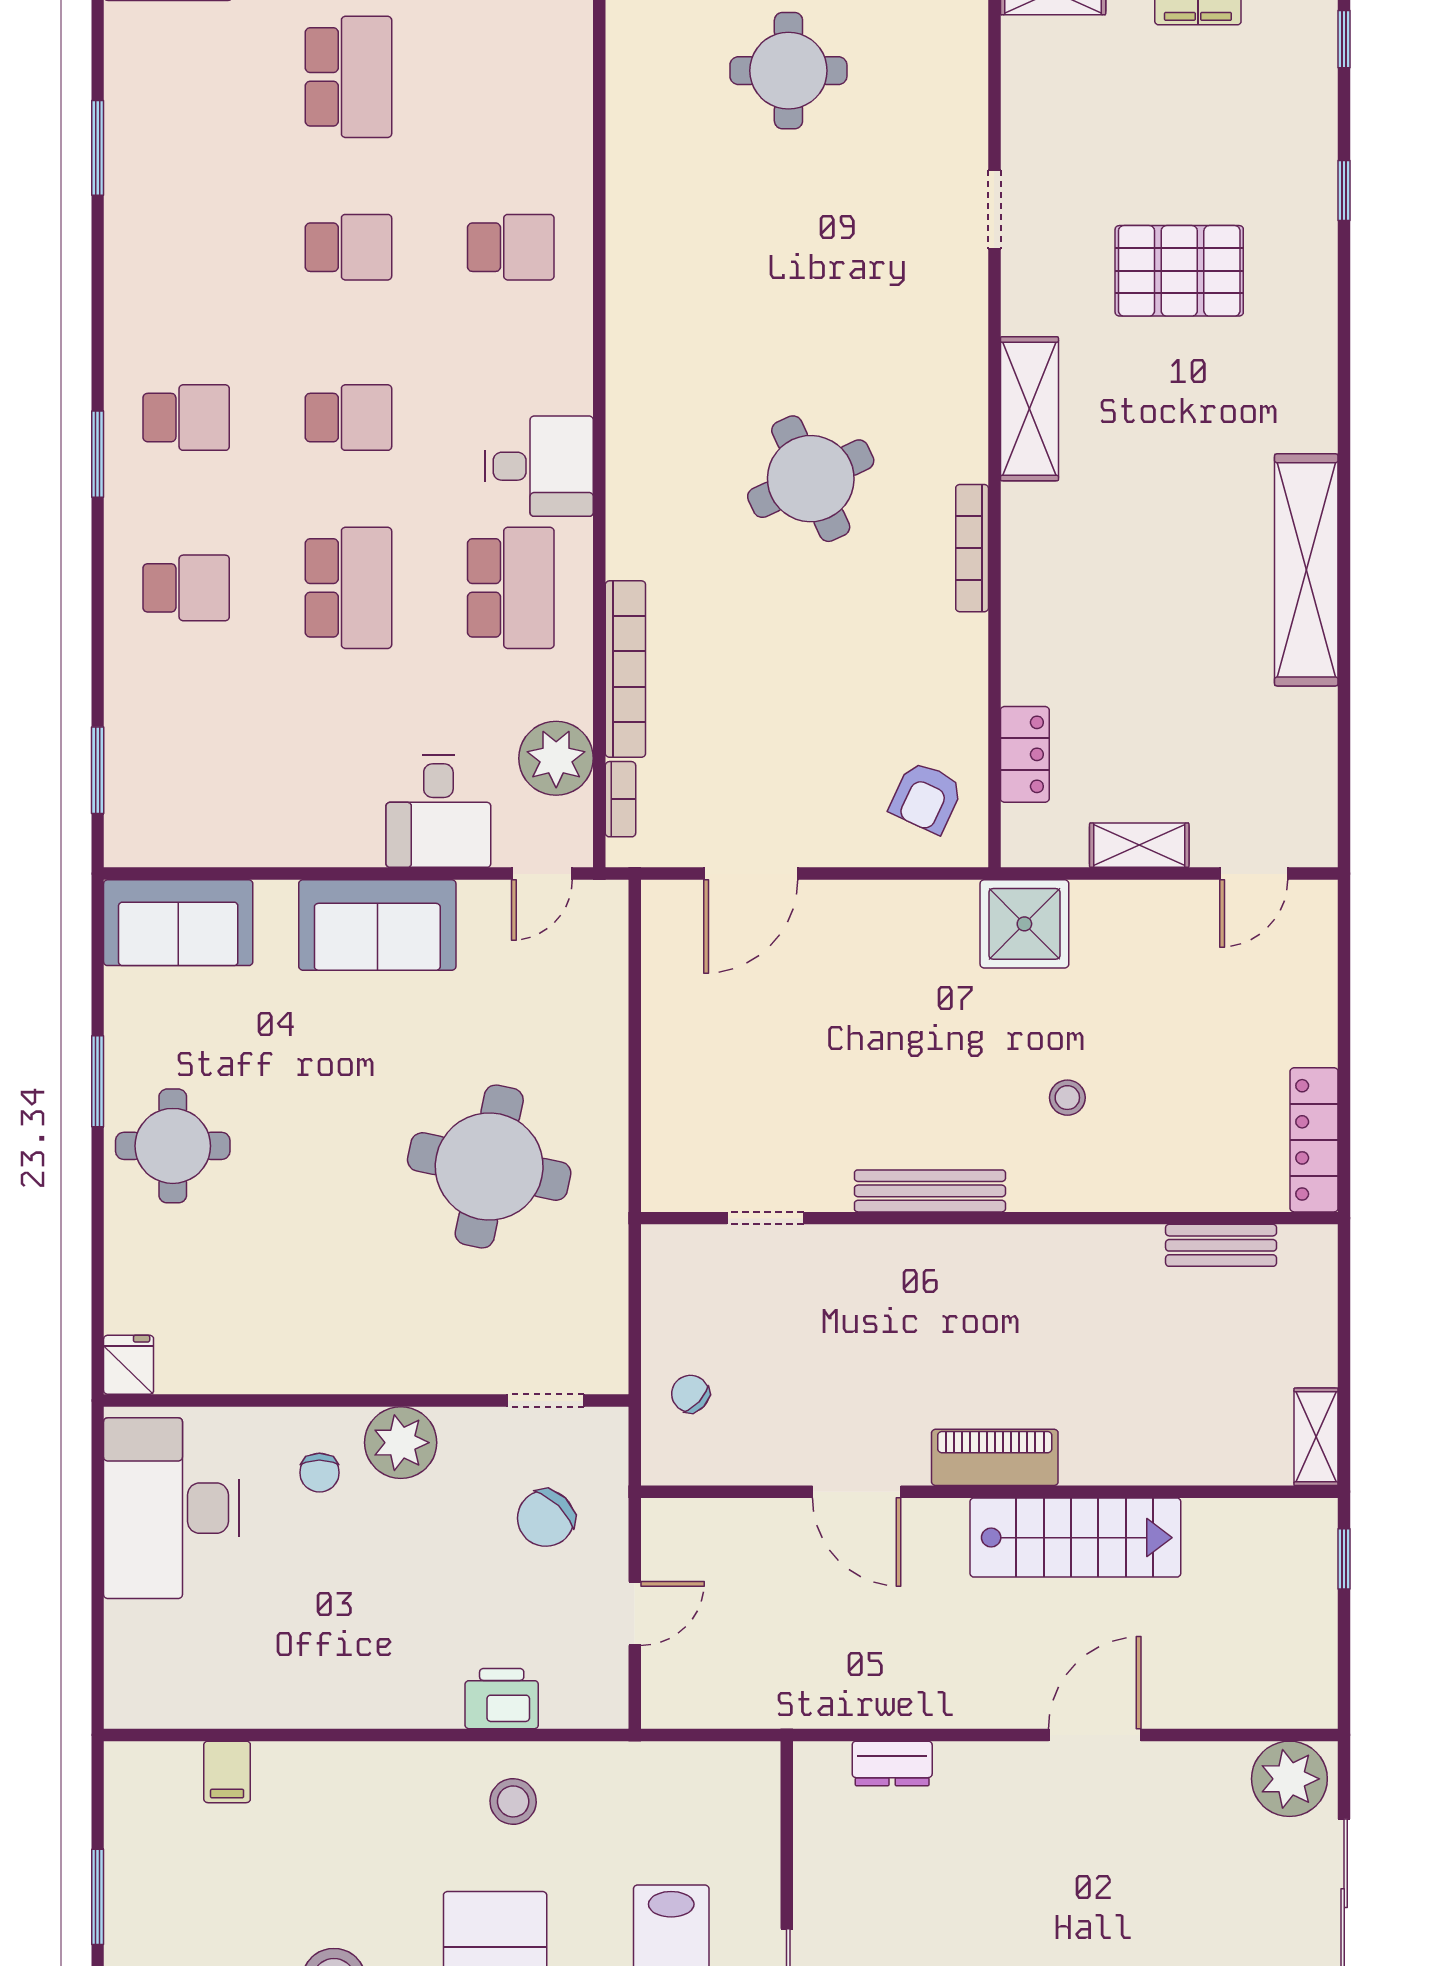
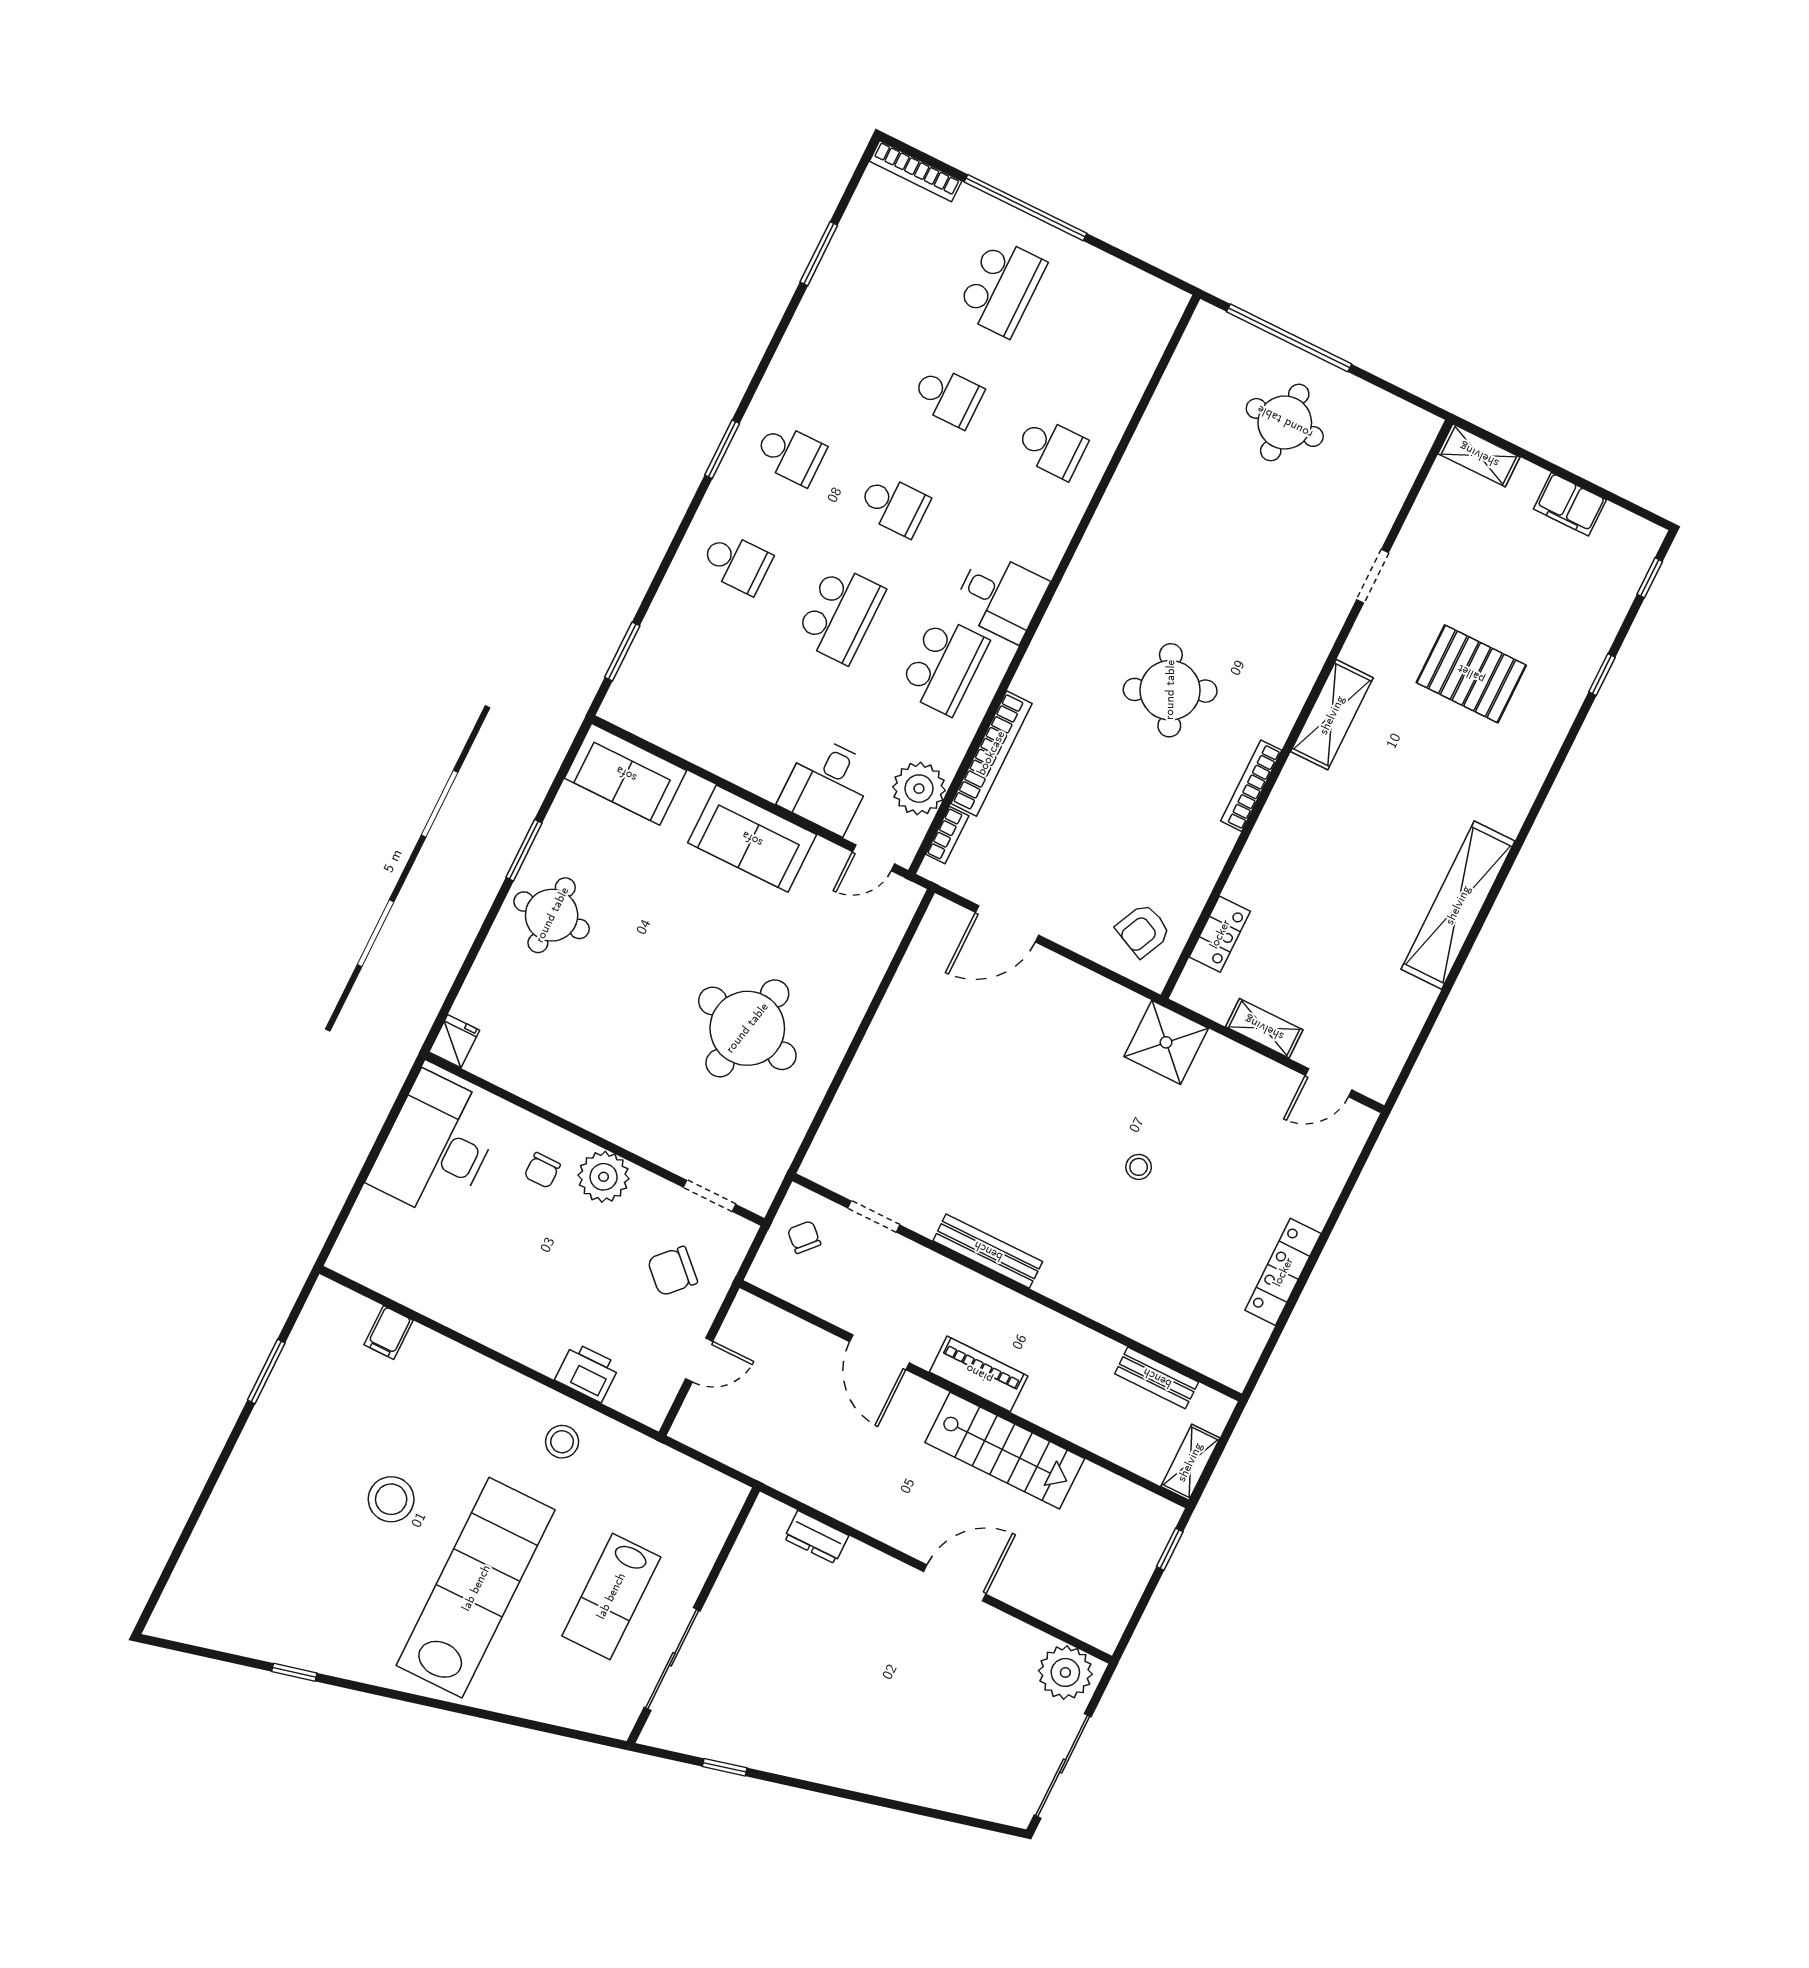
bench: (930, 1191) -> (988, 1251), moved
doorway: (765, 1218) -> (874, 1217), moved
wall: (989, 1218) -> (1017, 1287), moved
bench: (1221, 1245) -> (1157, 1378), moved

